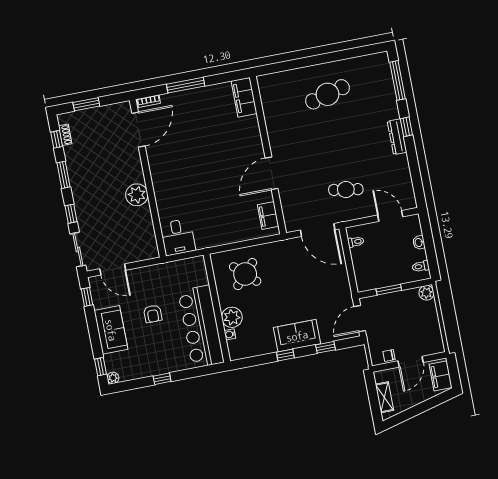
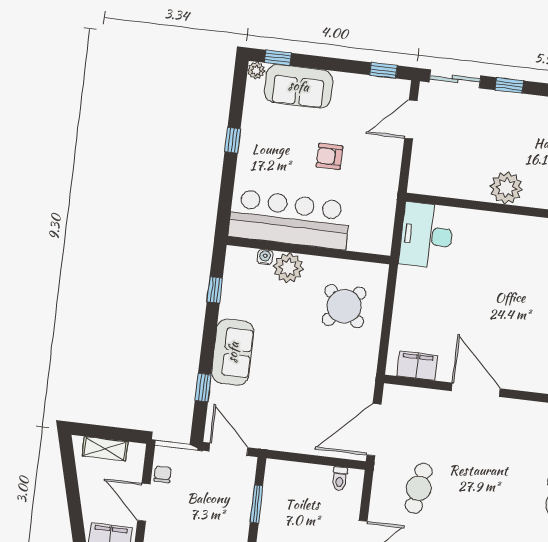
desk: (178, 237) -> (426, 235), width x1.37
sofa: (111, 330) -> (299, 86), moved
window: (285, 355) -> (215, 290), moved

